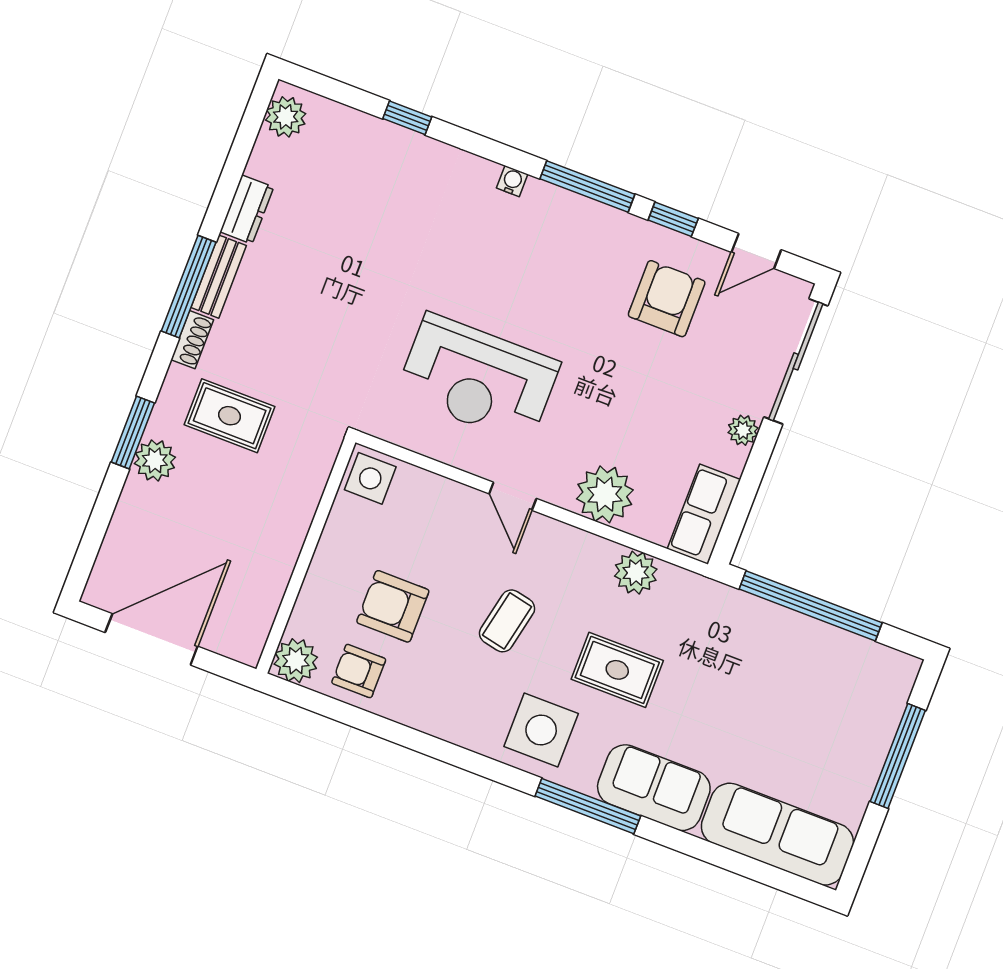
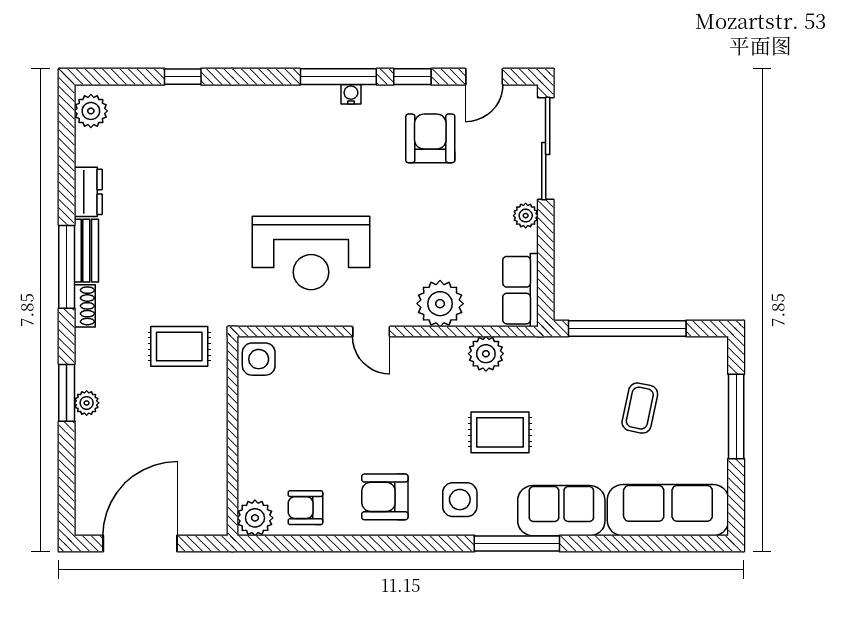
water cooler: (512, 181) -> (351, 94), moved
rug: (230, 416) -> (179, 346), moved
plant: (155, 460) -> (87, 403), width x0.73, depth x0.73
armchair: (393, 606) -> (385, 497), moved
coffee table: (507, 621) -> (640, 408), moved
side table: (541, 730) -> (460, 500), width x0.73, depth x0.73

